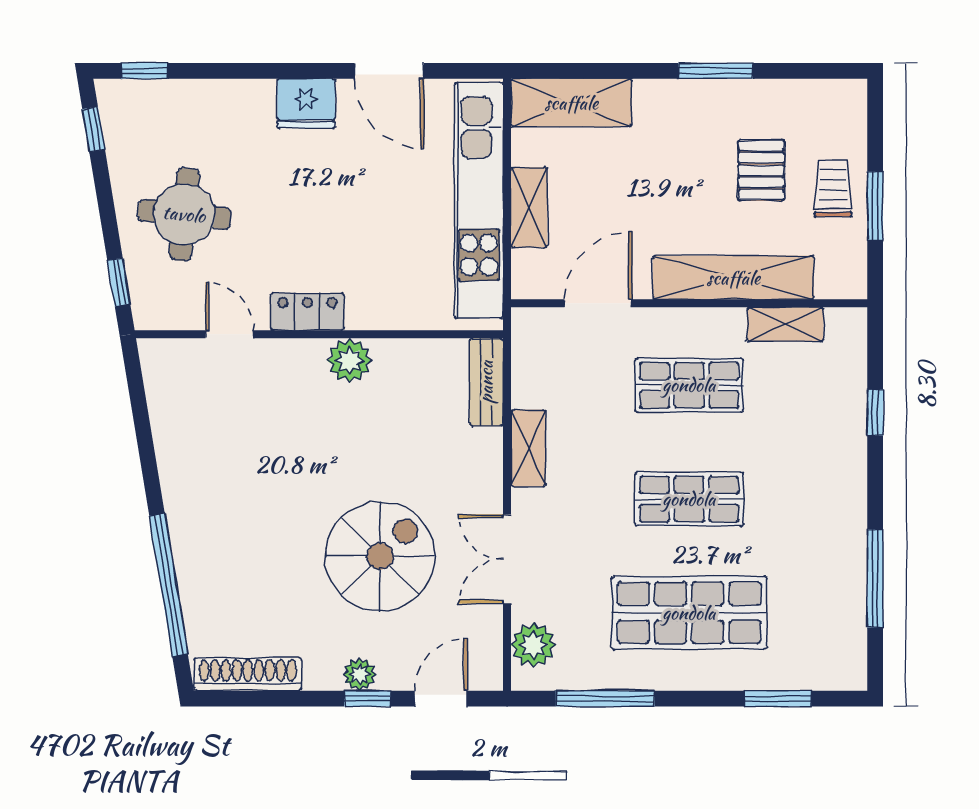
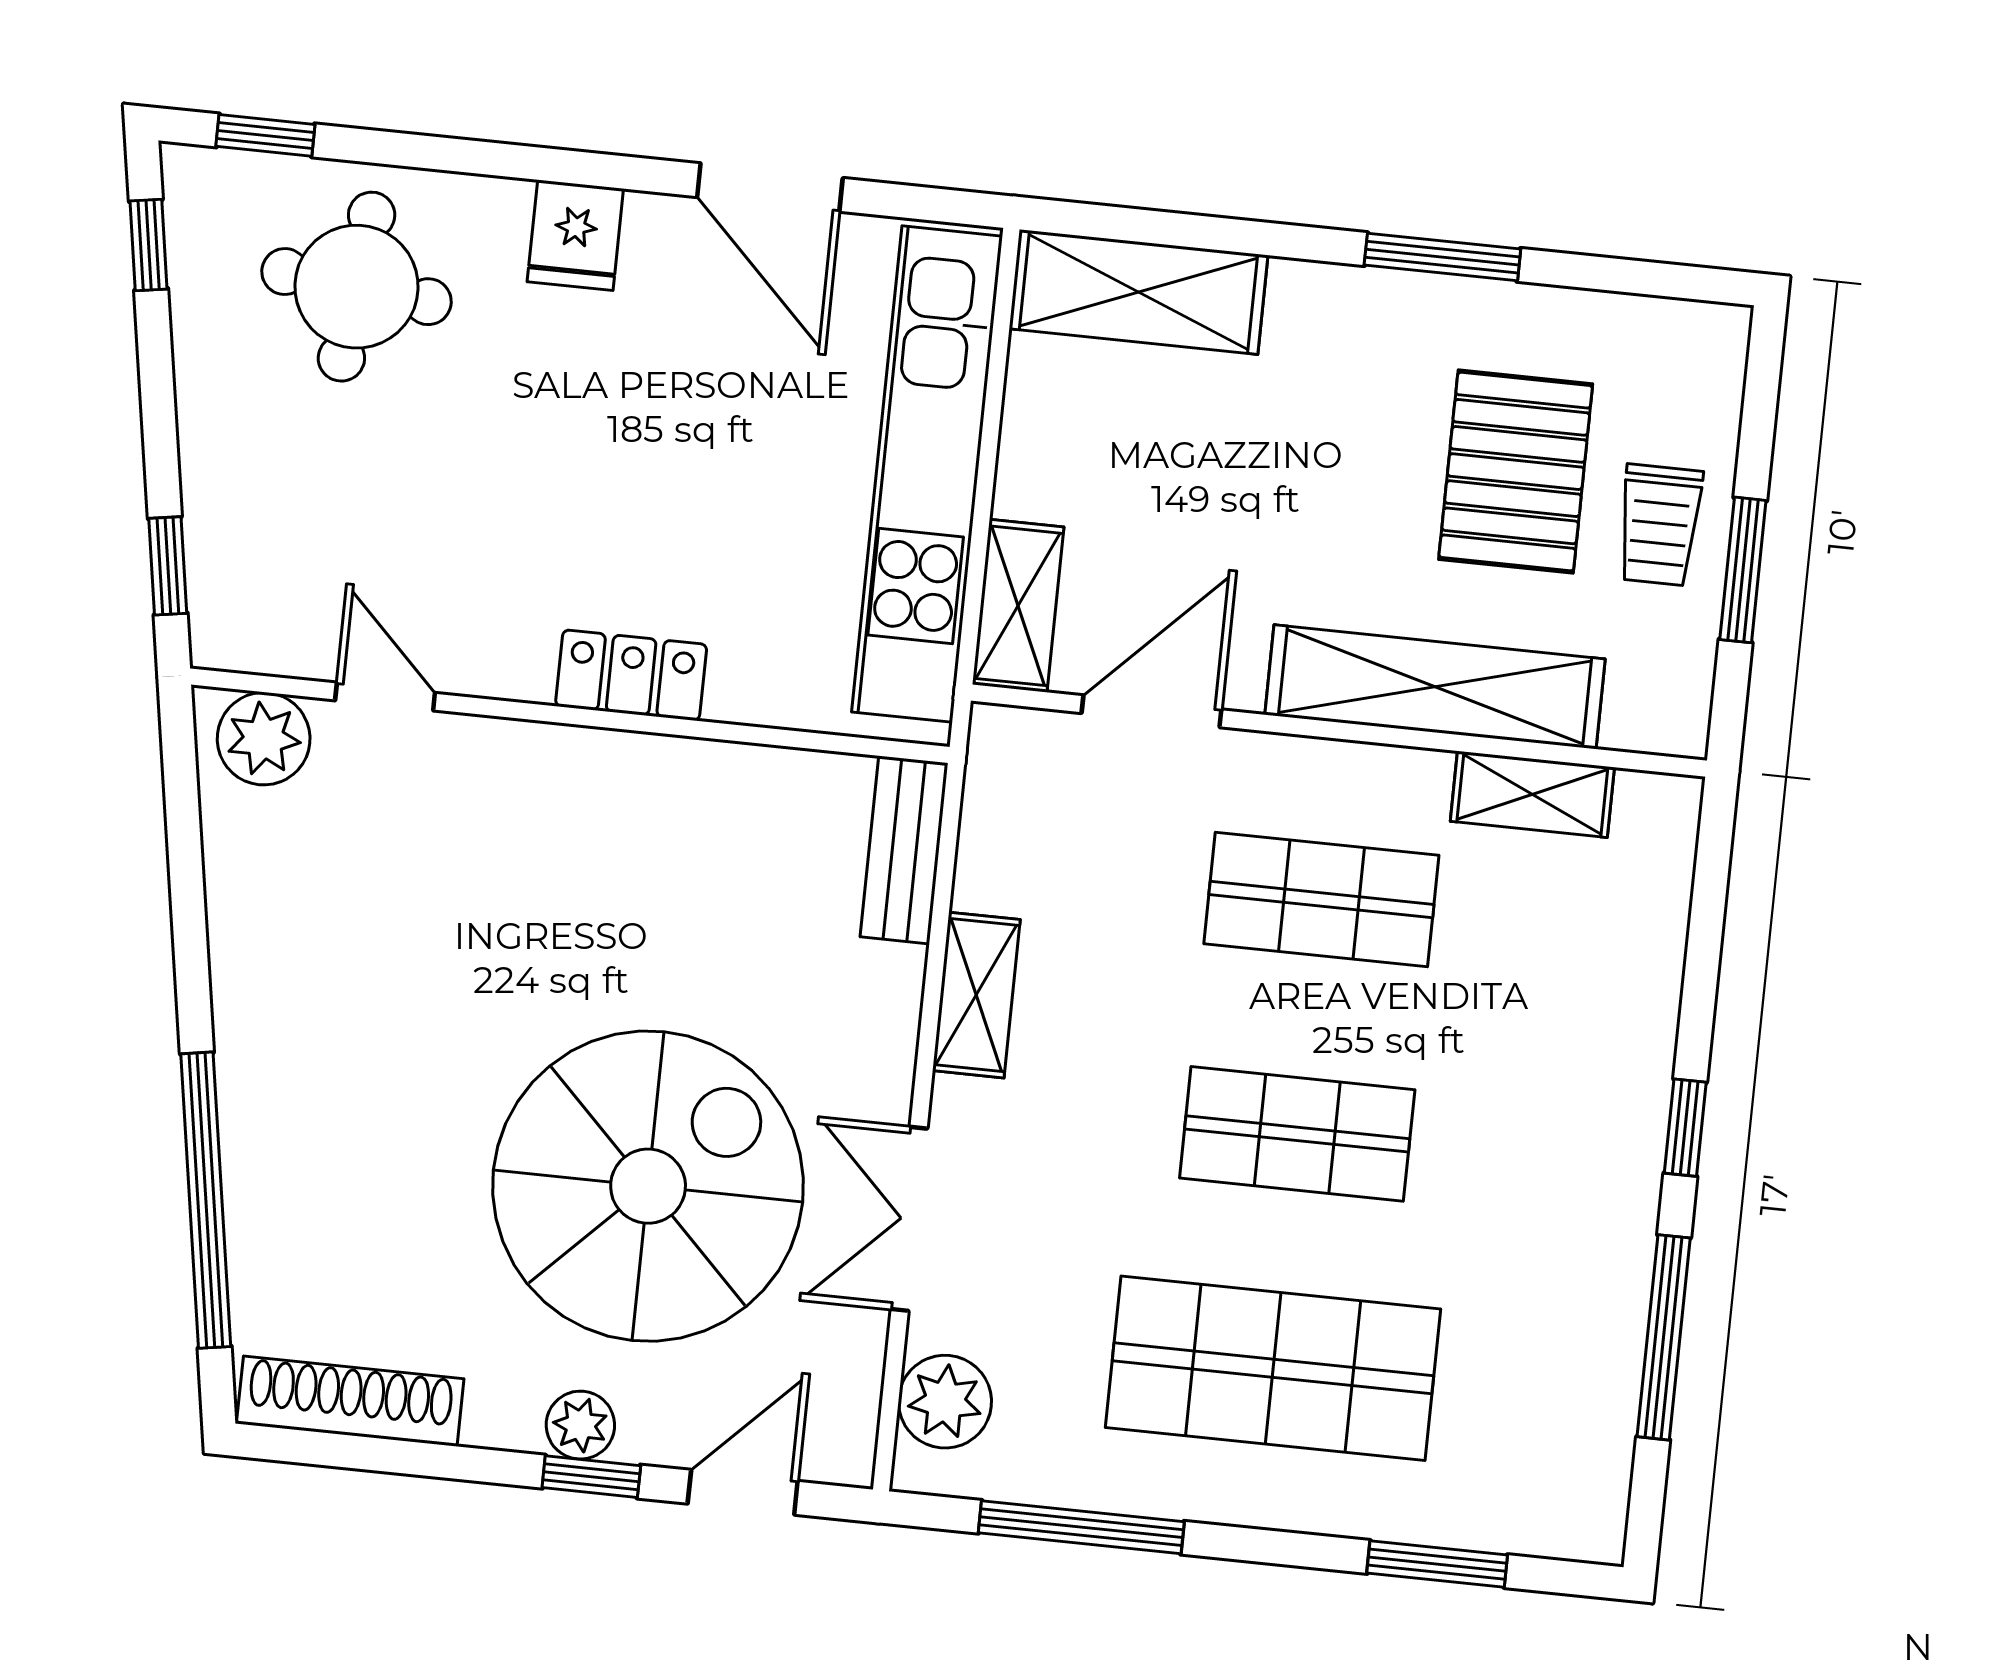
fridge: (306, 103) -> (575, 235), width x0.72
pallet: (761, 170) -> (1516, 472), width x1.50, depth x1.42
trolley: (833, 189) -> (1659, 525), turned 180
shelving: (529, 207) -> (1018, 606), moved
round table: (184, 214) -> (357, 287), moved
locker: (307, 312) -> (631, 675), moved
plant: (350, 361) -> (264, 739), moved
window: (875, 412) -> (1685, 1128), moved
spiral stairs: (380, 556) -> (648, 1186), width x1.37, depth x1.37

